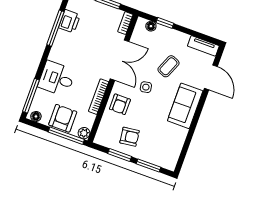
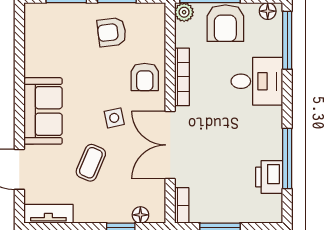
armchair: (120, 104) -> (145, 77), turned 180

